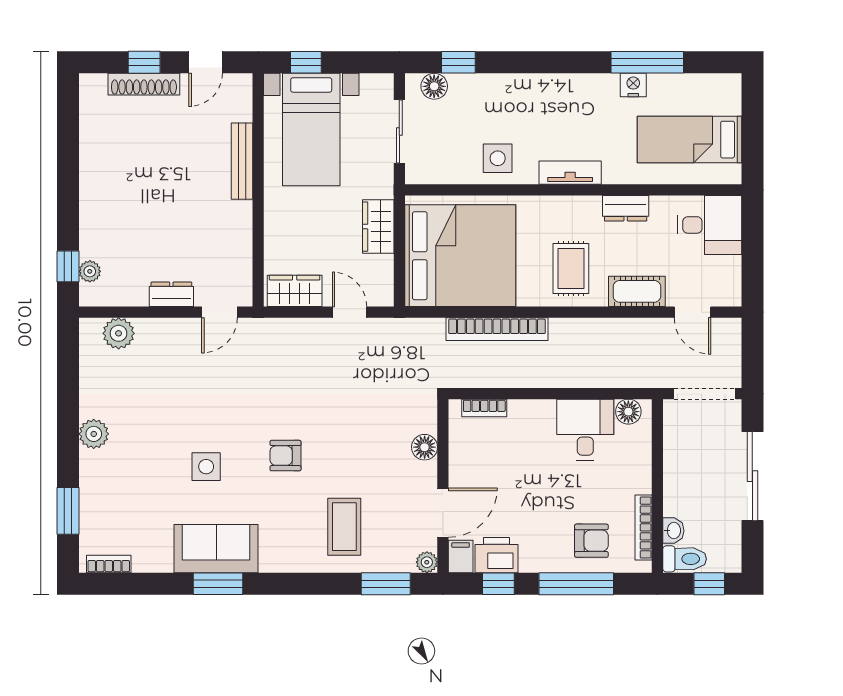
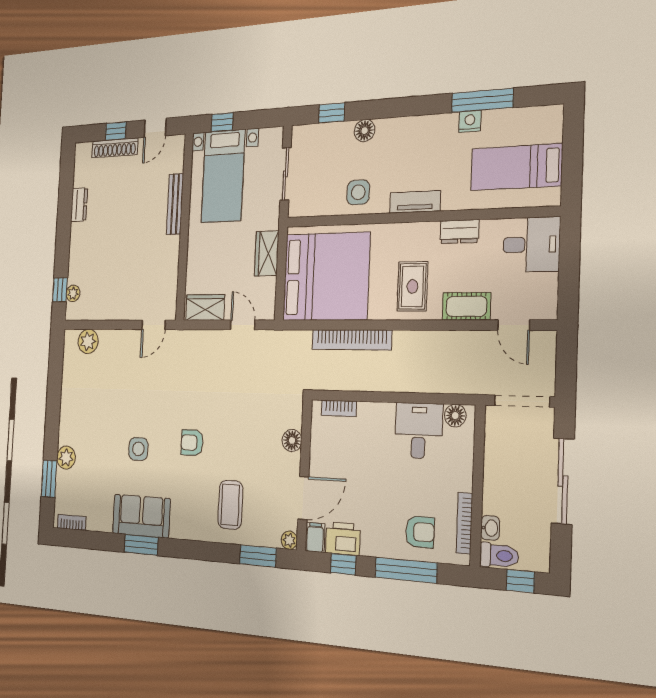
floor lamp: (434, 86) -> (365, 131), moved
dresser: (171, 294) -> (79, 205), moved, turned 90
plant: (94, 434) -> (66, 458), moved

